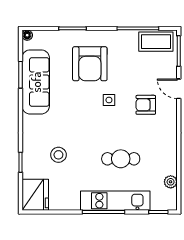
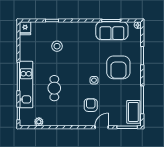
armchair: (90, 64) -> (118, 67), turned -90
sofa: (36, 82) -> (112, 31), width x0.73
fridge: (35, 195) -> (25, 28), width x0.53, depth x0.75

